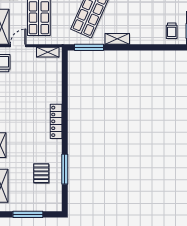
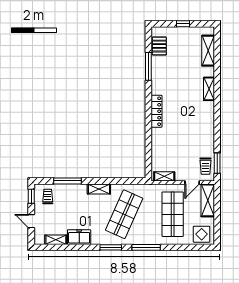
window: (89, 47) -> (67, 181), moved
pallet: (41, 173) -> (159, 46), moved
window: (28, 214) -> (183, 24), width x0.46

